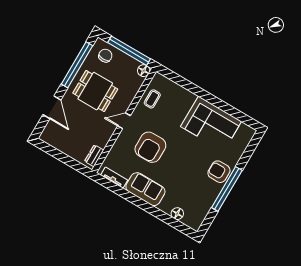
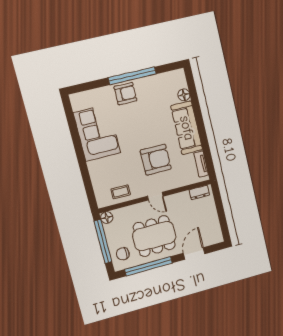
dining table: (95, 91) -> (154, 236), width x1.38
armchair: (219, 172) -> (125, 94), turned -90
sofa: (145, 189) -> (187, 128), width x1.36

